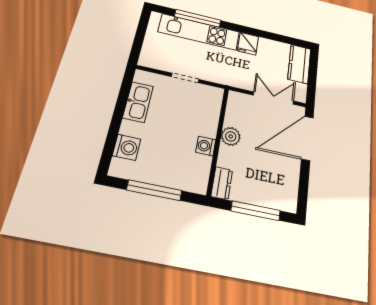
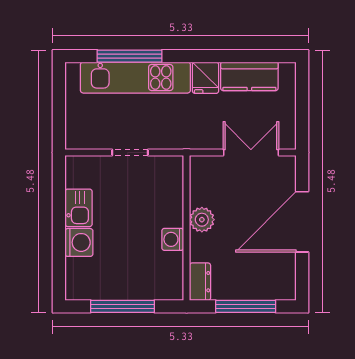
kitchen counter: (299, 64) -> (249, 76), moved, turned -90
kitchen sink: (138, 102) -> (79, 208), width x0.73
door: (307, 138) -> (302, 222), moved
washing machine: (127, 147) -> (79, 242), moved

